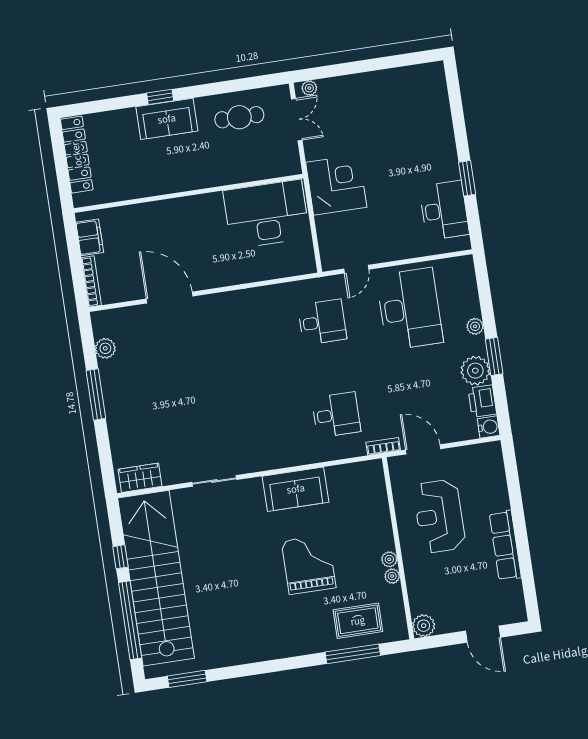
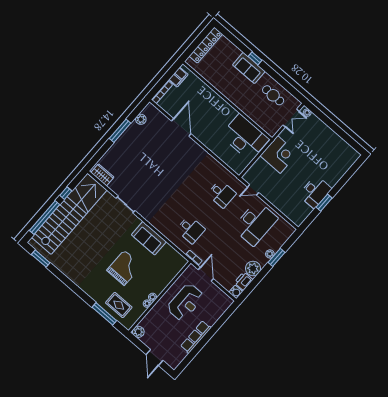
desk: (444, 210) -> (315, 192), moved
window: (494, 356) -> (276, 257), moved
reception desk: (439, 516) -> (185, 302), turned 180

